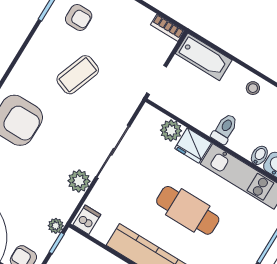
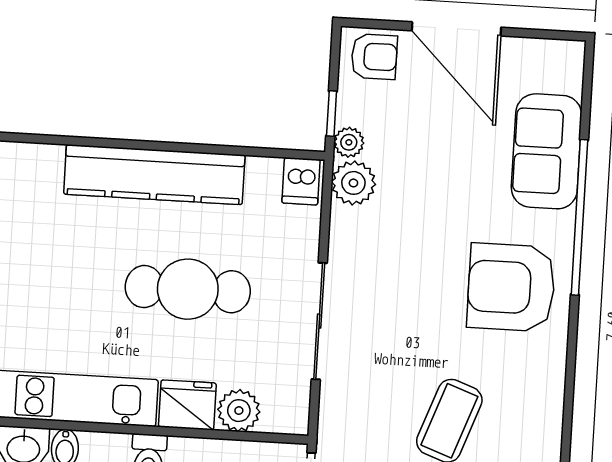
plant: (79, 181) -> (353, 183), moved
cafe table: (188, 210) -> (188, 289), moved

